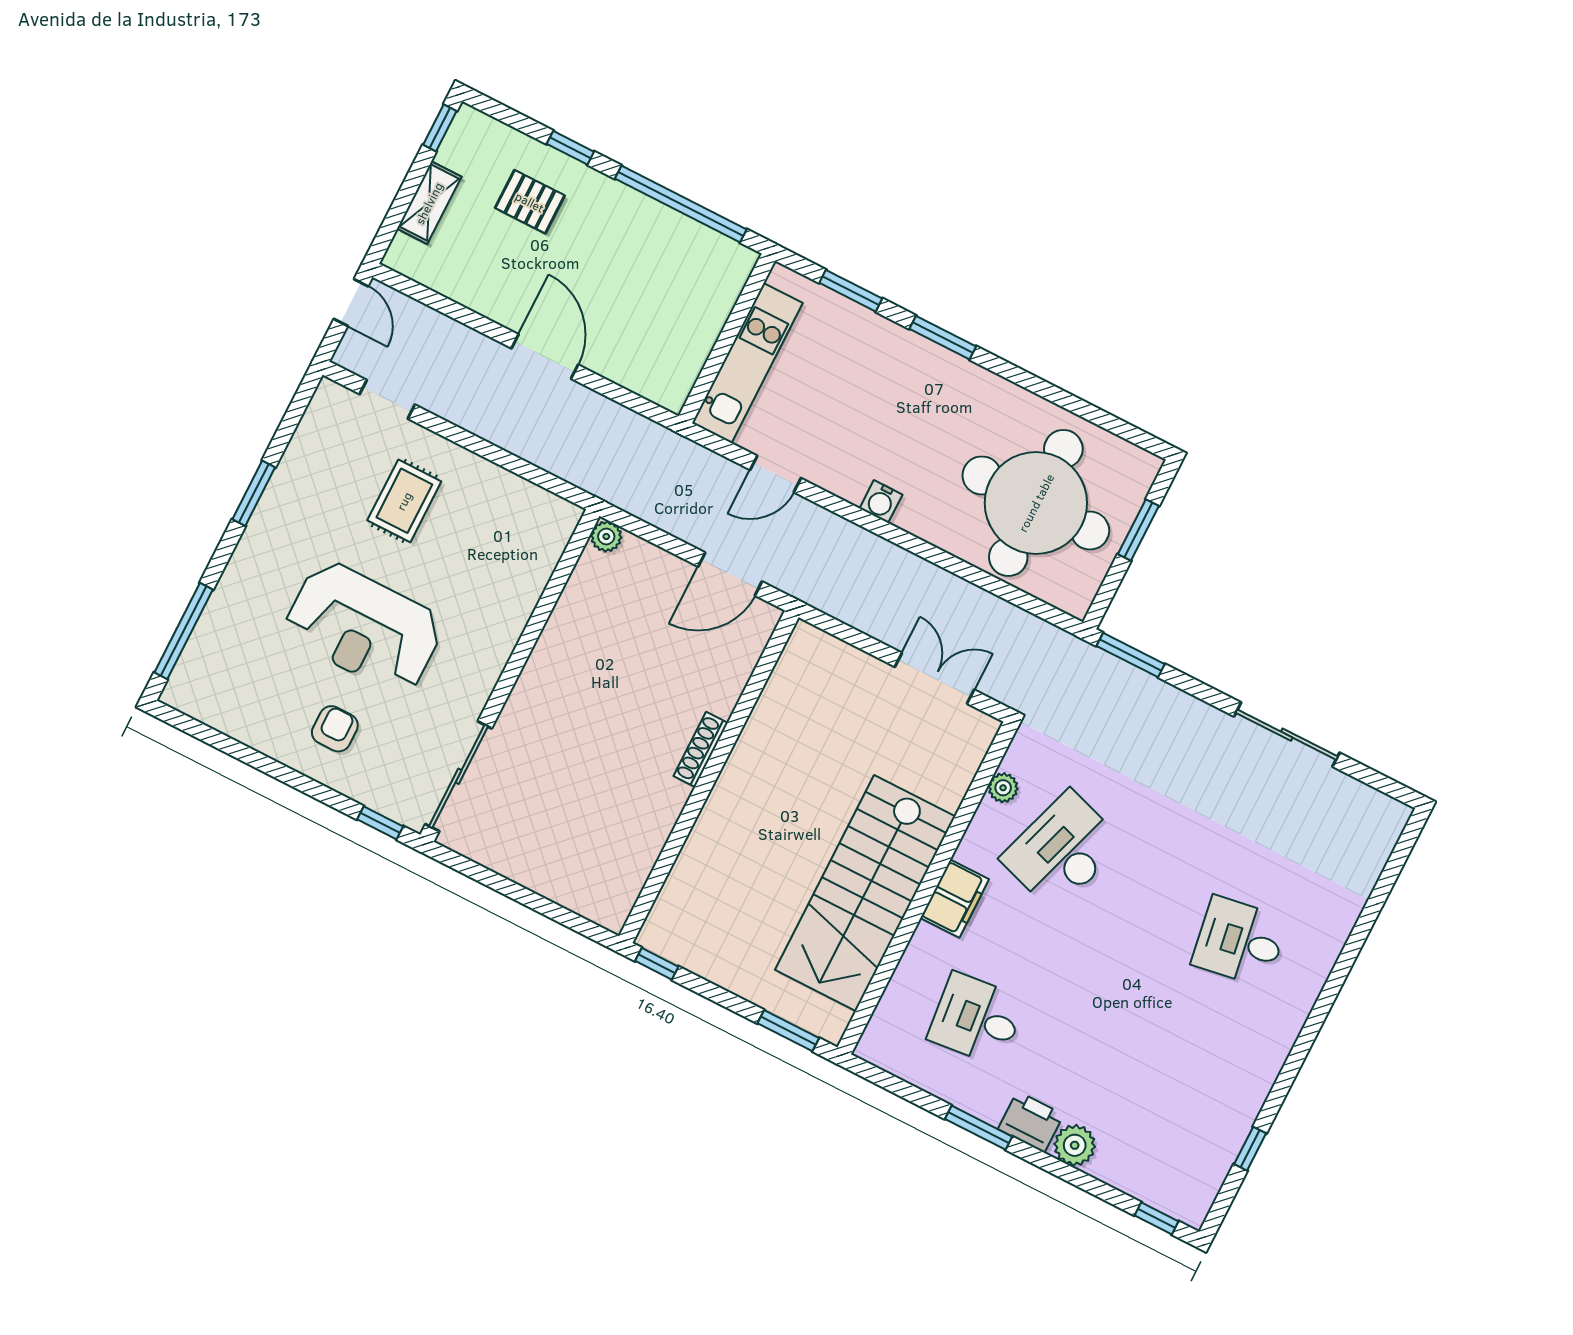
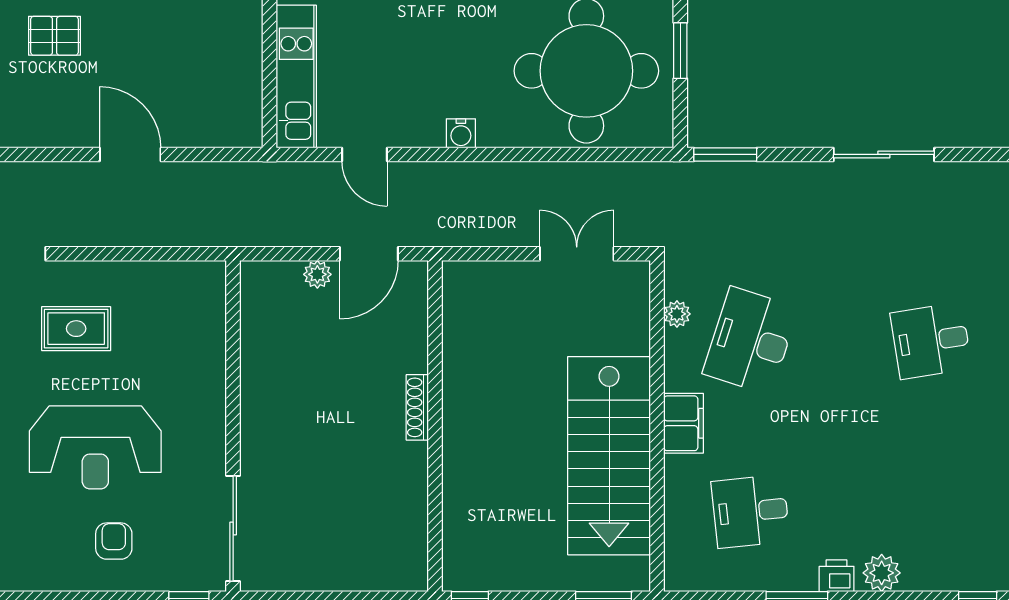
door: (775, 474) -> (364, 154), hinge flipped
rug: (404, 501) -> (76, 329), turned 90
plant: (606, 536) -> (317, 274), moved
printer: (1031, 1122) -> (837, 576), width x0.73, depth x0.81

